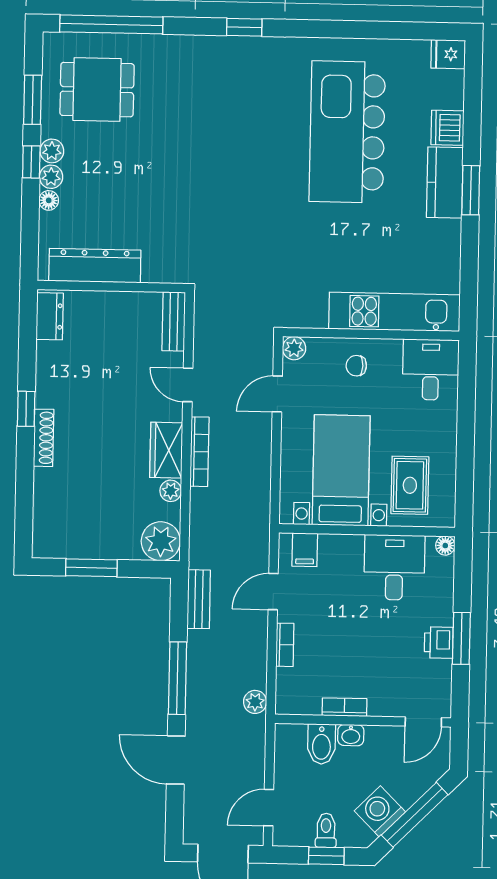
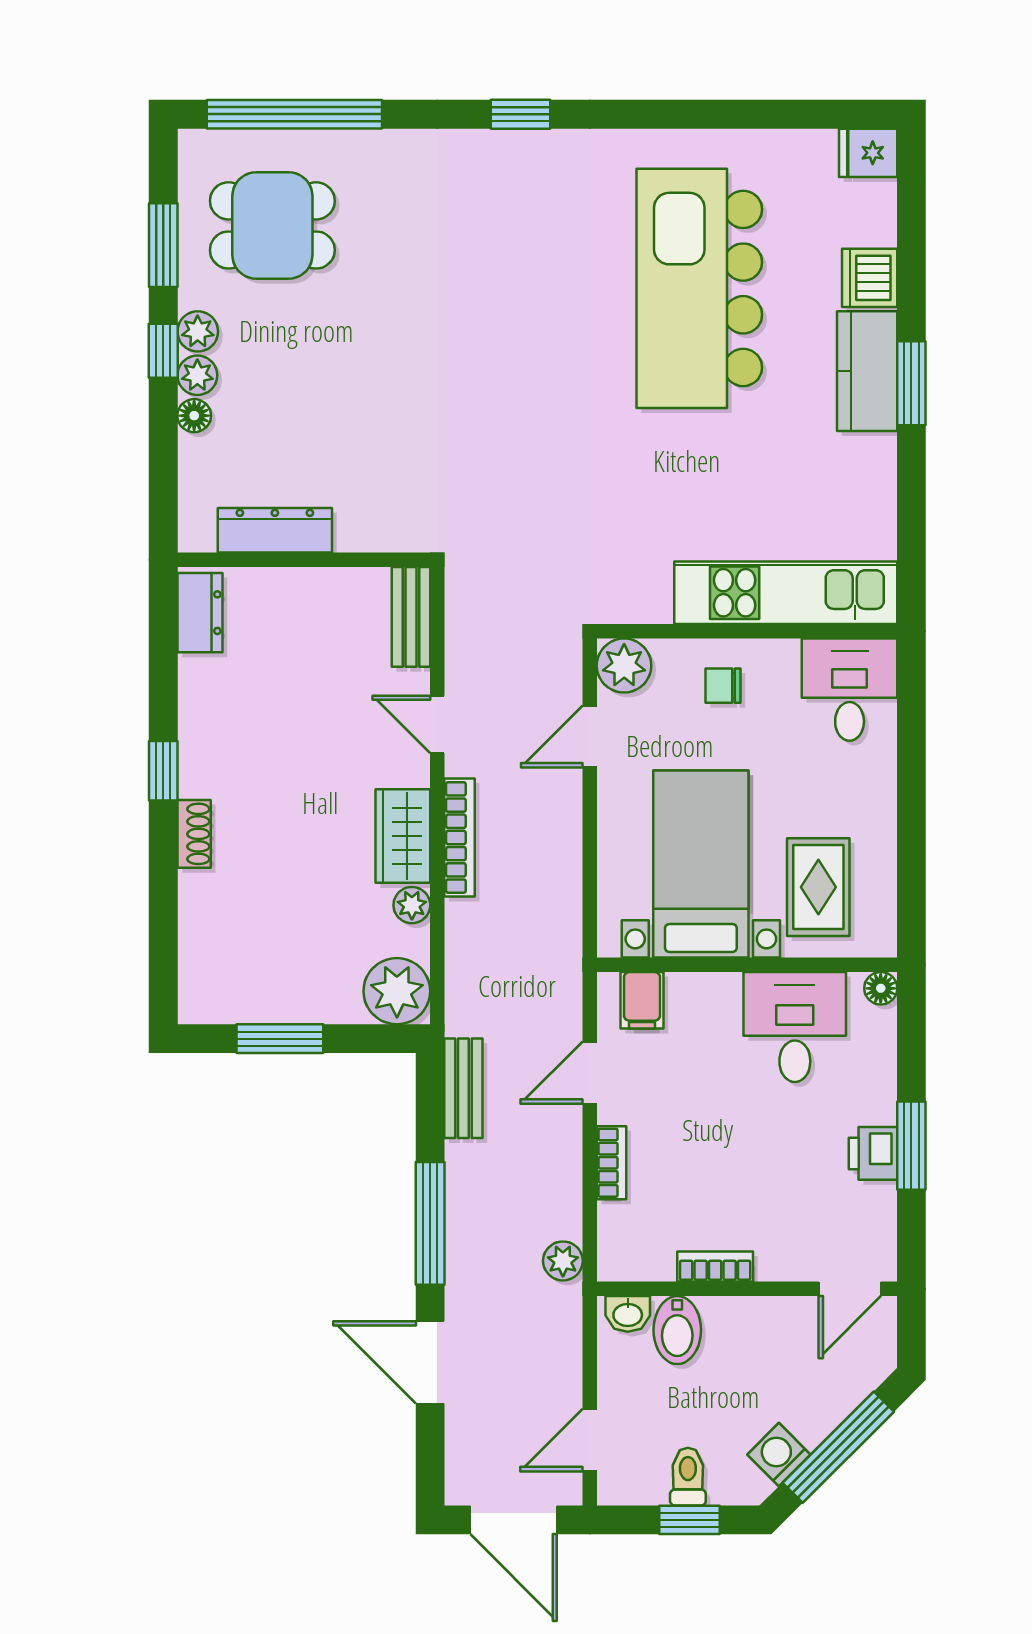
dresser: (95, 266) -> (275, 530), width x0.73, depth x0.80
plant: (294, 348) -> (624, 666), width x1.38, depth x1.38
shoe rack: (44, 438) -> (194, 834), width x0.70
washbasin: (351, 735) -> (628, 1314), moved
washing machine: (380, 811) -> (779, 1455), width x0.73, depth x0.73

